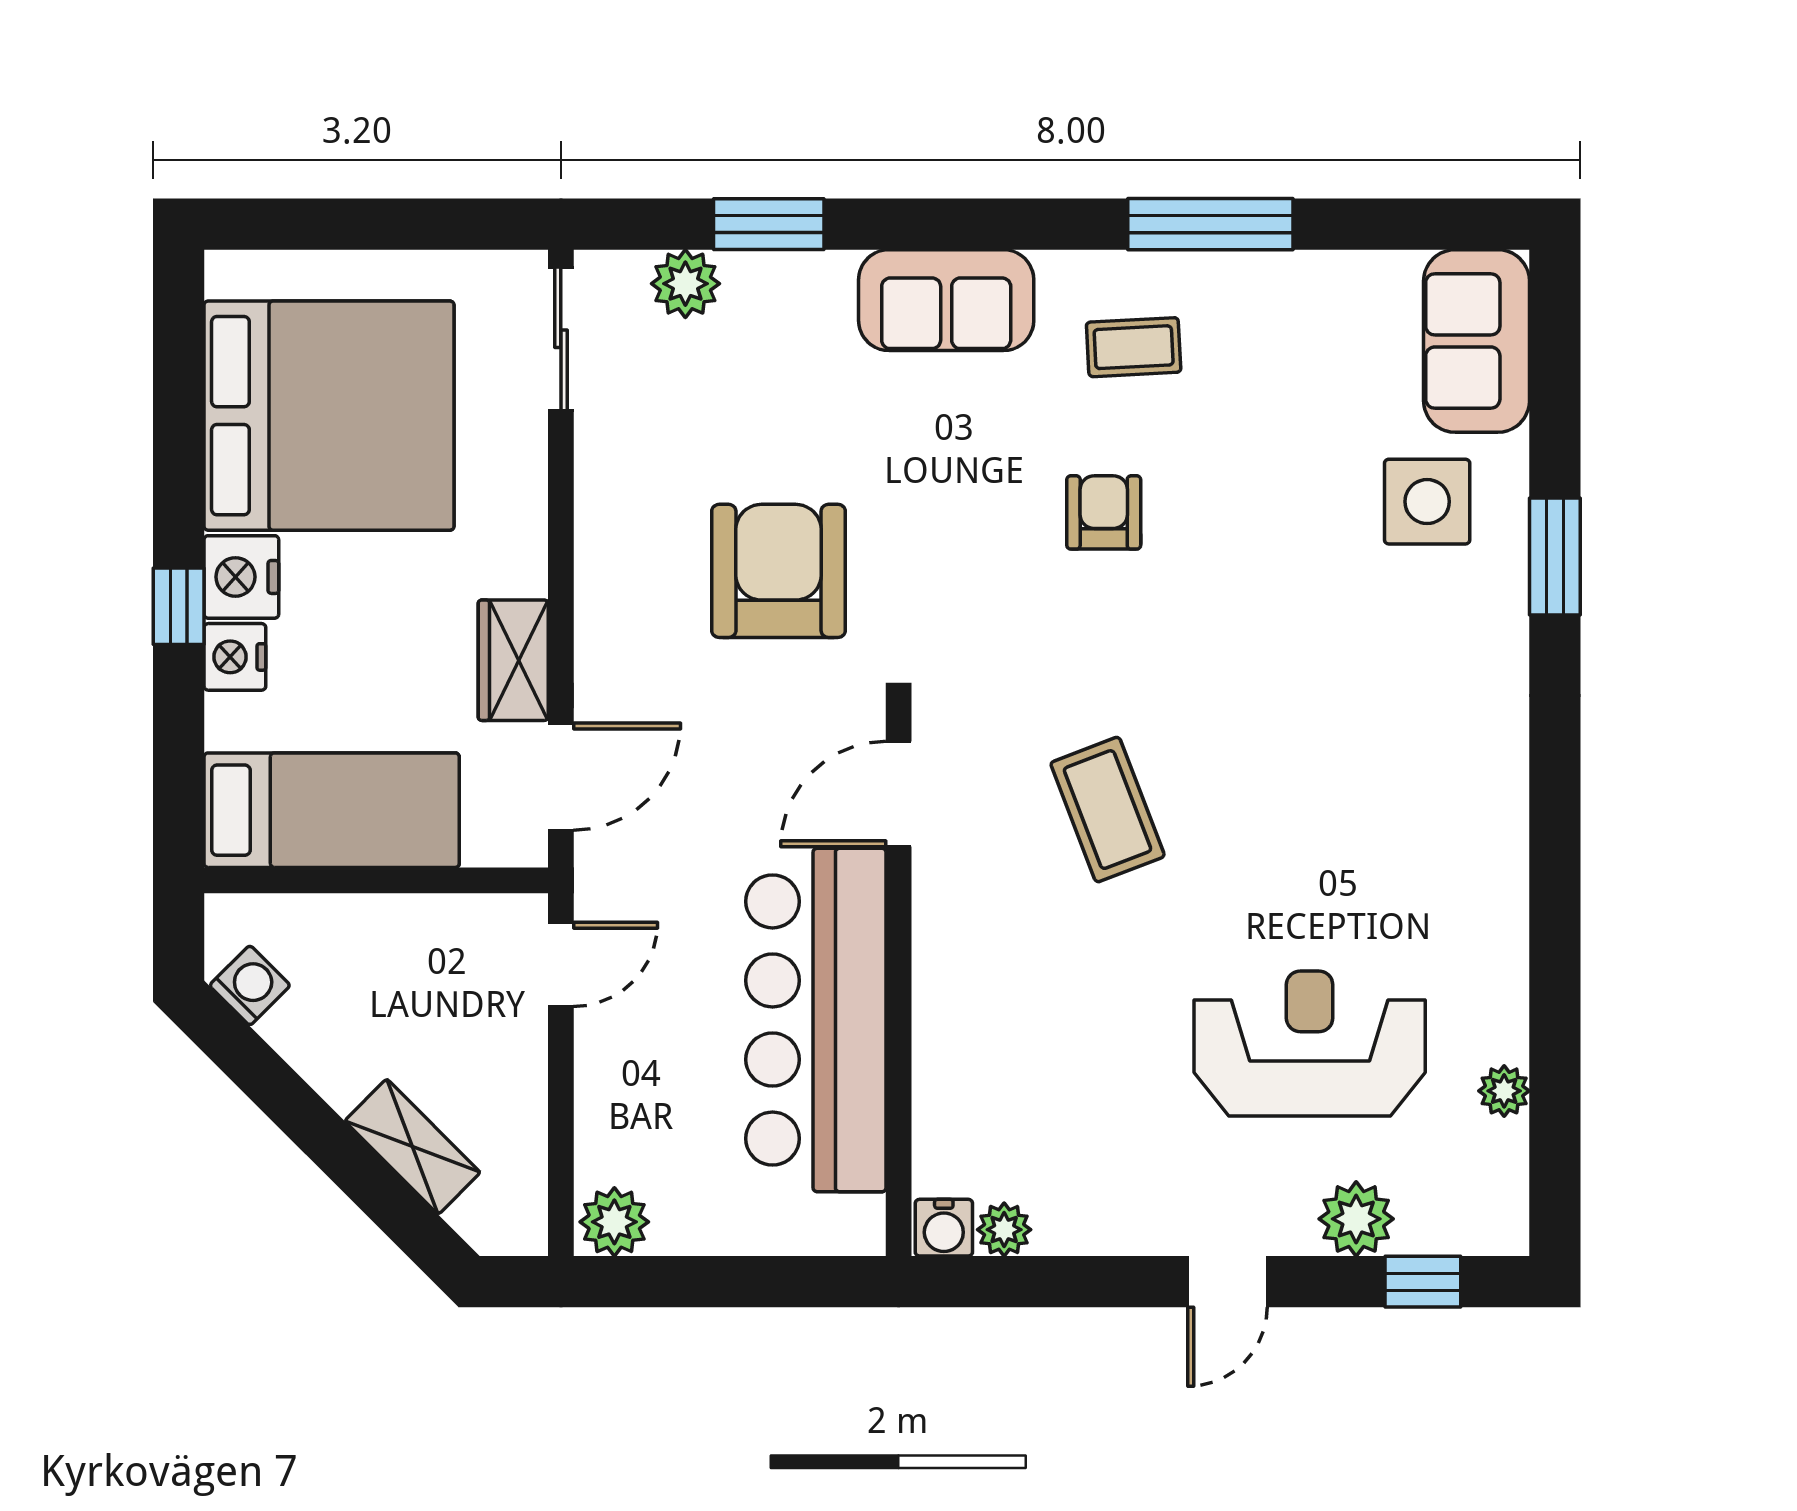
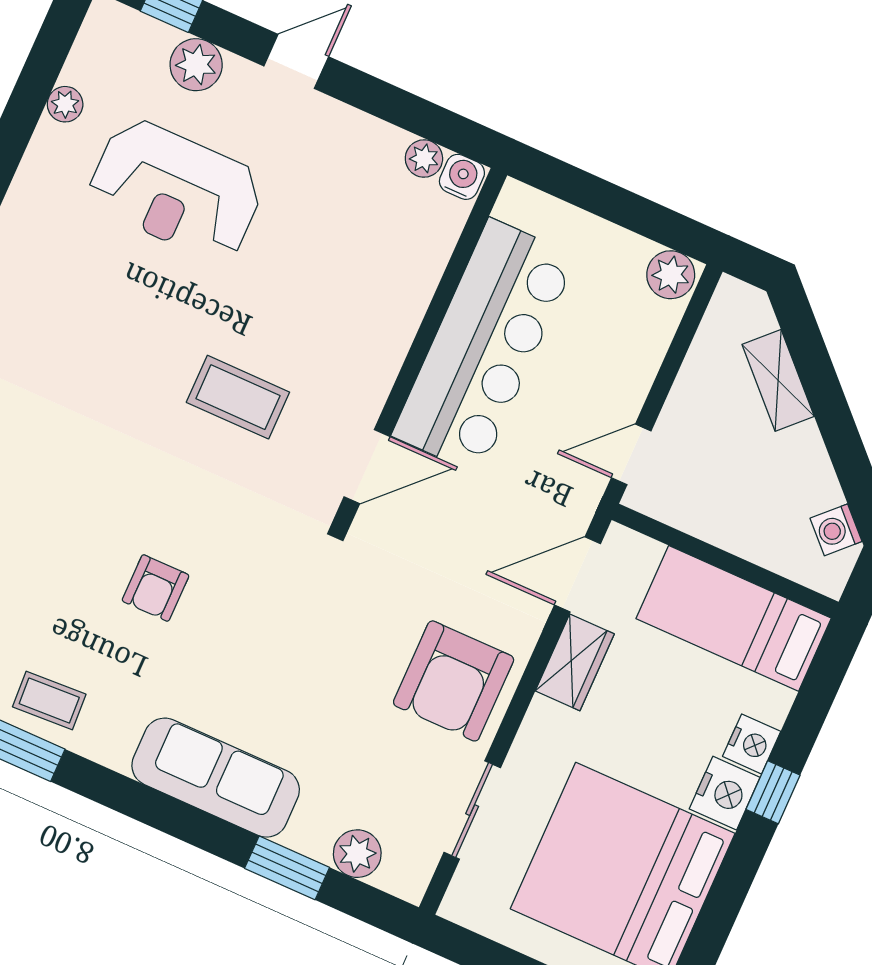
sofa: (946, 300) -> (216, 778), width x1.36
sliding door: (561, 339) -> (472, 810), moved
coffee table: (1134, 347) -> (49, 701), moved
armchair: (779, 571) -> (454, 681), moved
coffee table: (1108, 810) -> (238, 397), turned -69

